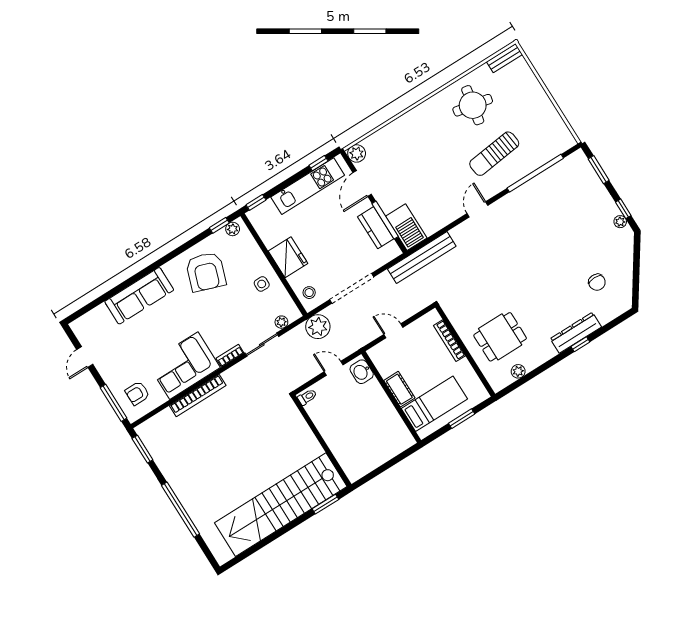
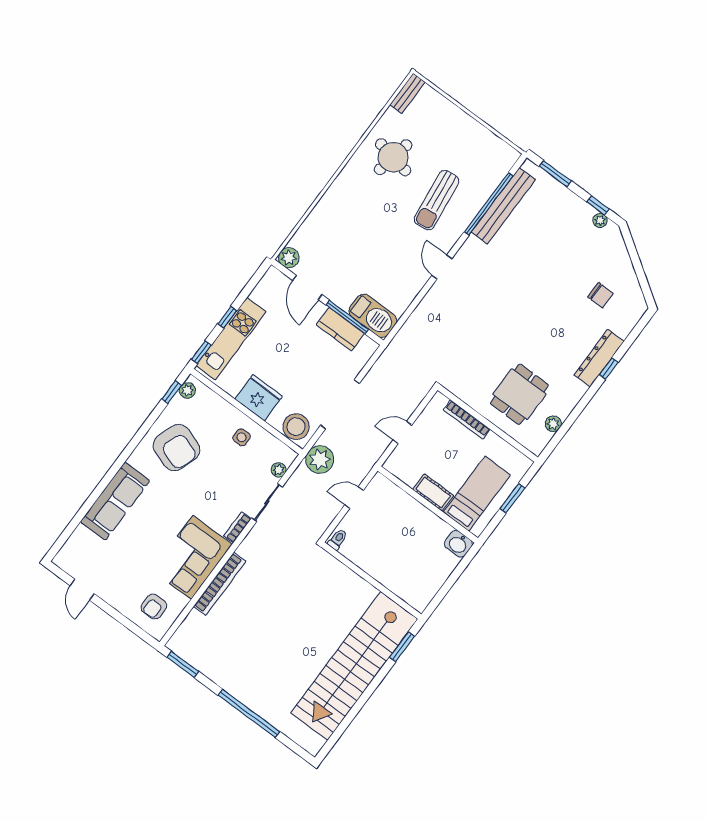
window: (318, 163) -> (227, 317), moved
kitchen unit: (308, 186) -> (231, 339), moved
bench: (422, 258) -> (503, 206), moved
stool: (309, 293) -> (296, 427), width x1.89, depth x1.89
washbasin: (362, 372) -> (458, 544), moved
window: (113, 403) -> (132, 627), removed

